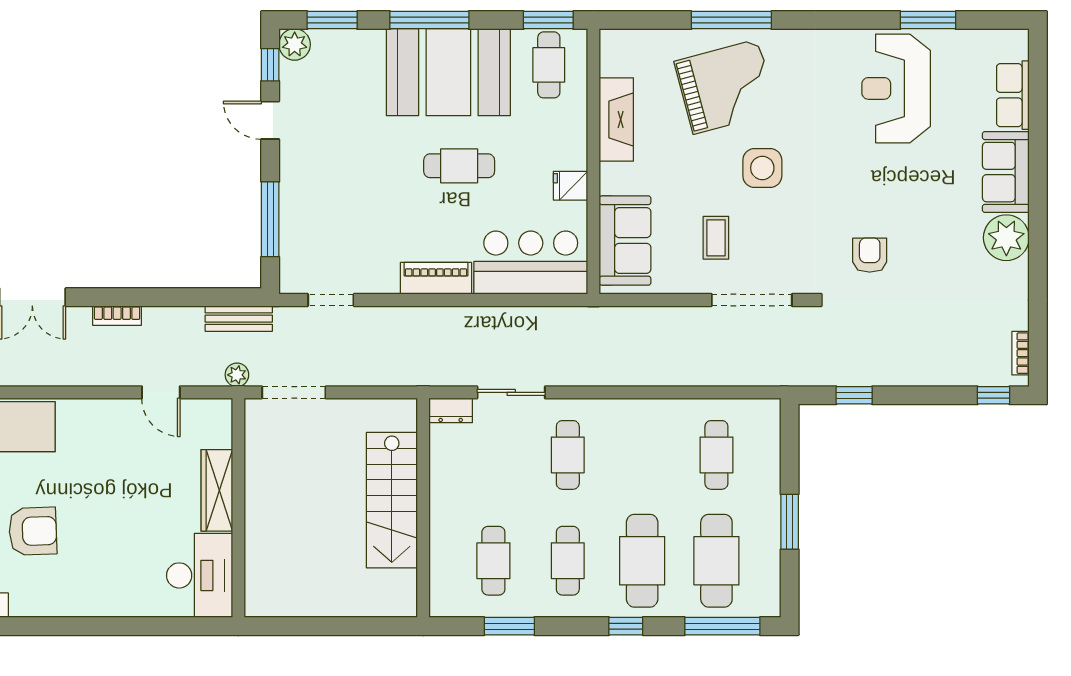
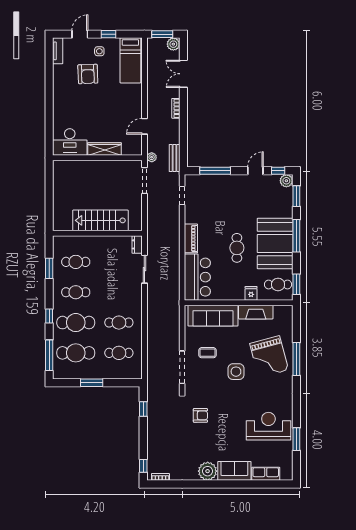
fridge: (570, 186) -> (251, 293), moved
sofa: (625, 240) -> (213, 316), width x1.36
cafe table: (568, 455) -> (119, 323), moved

